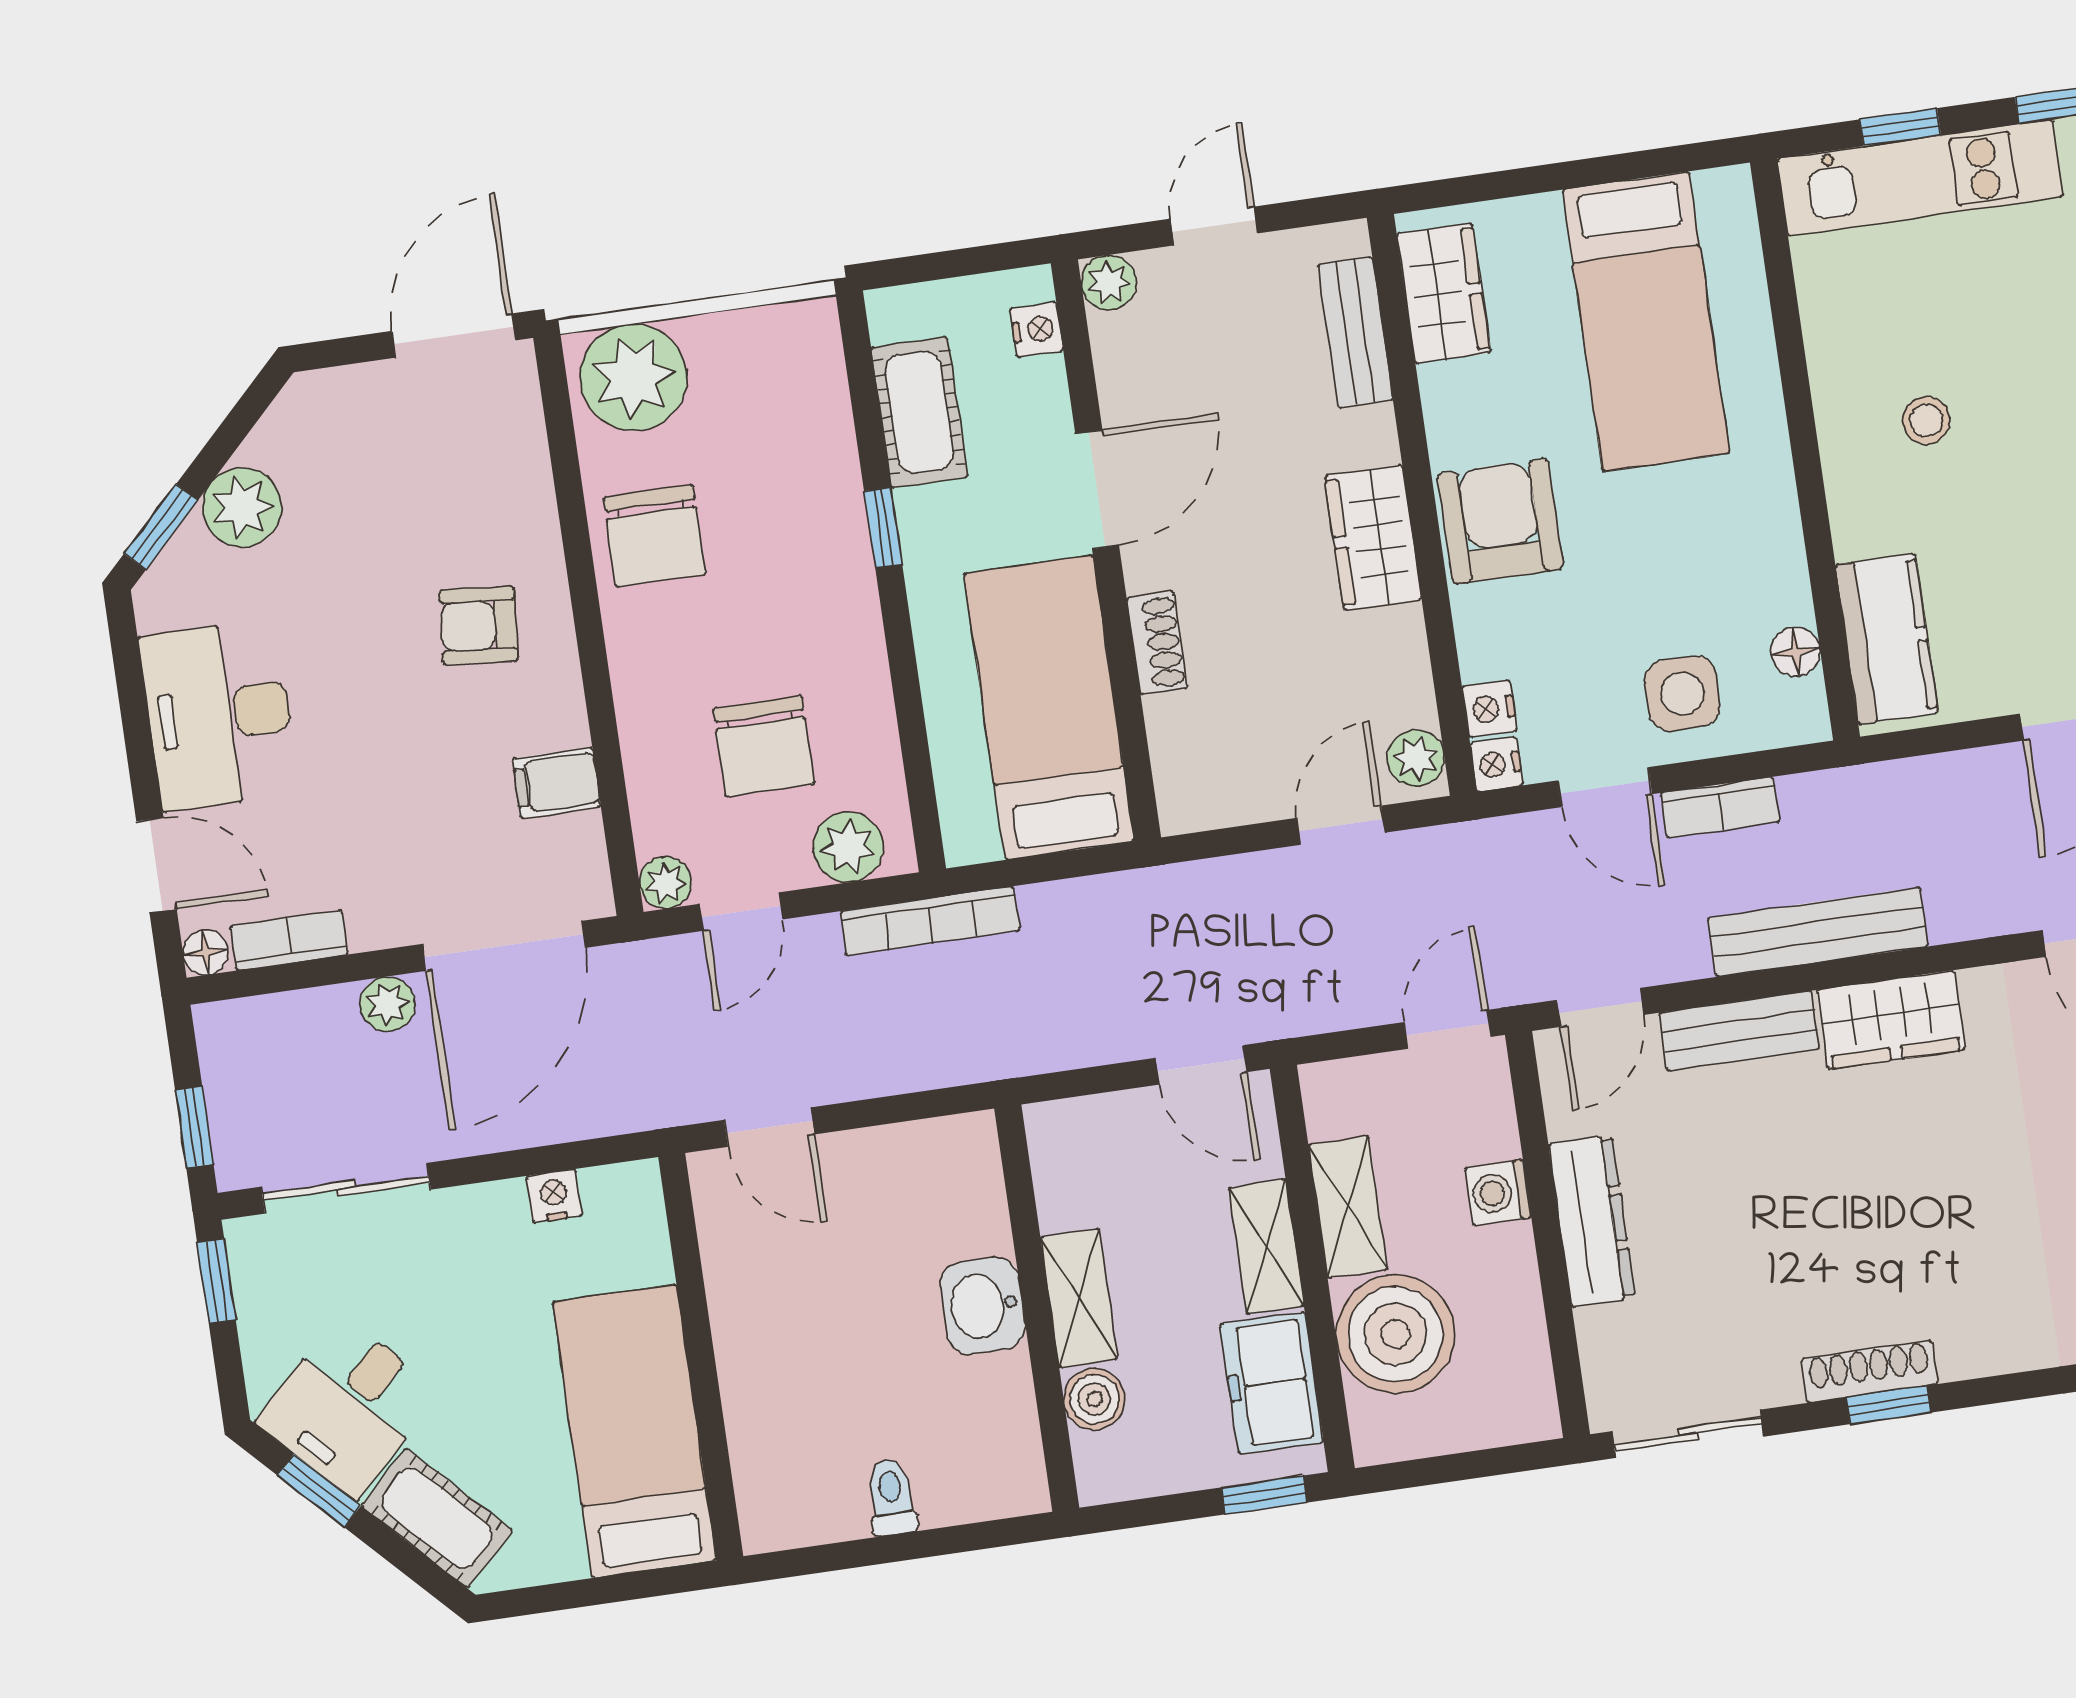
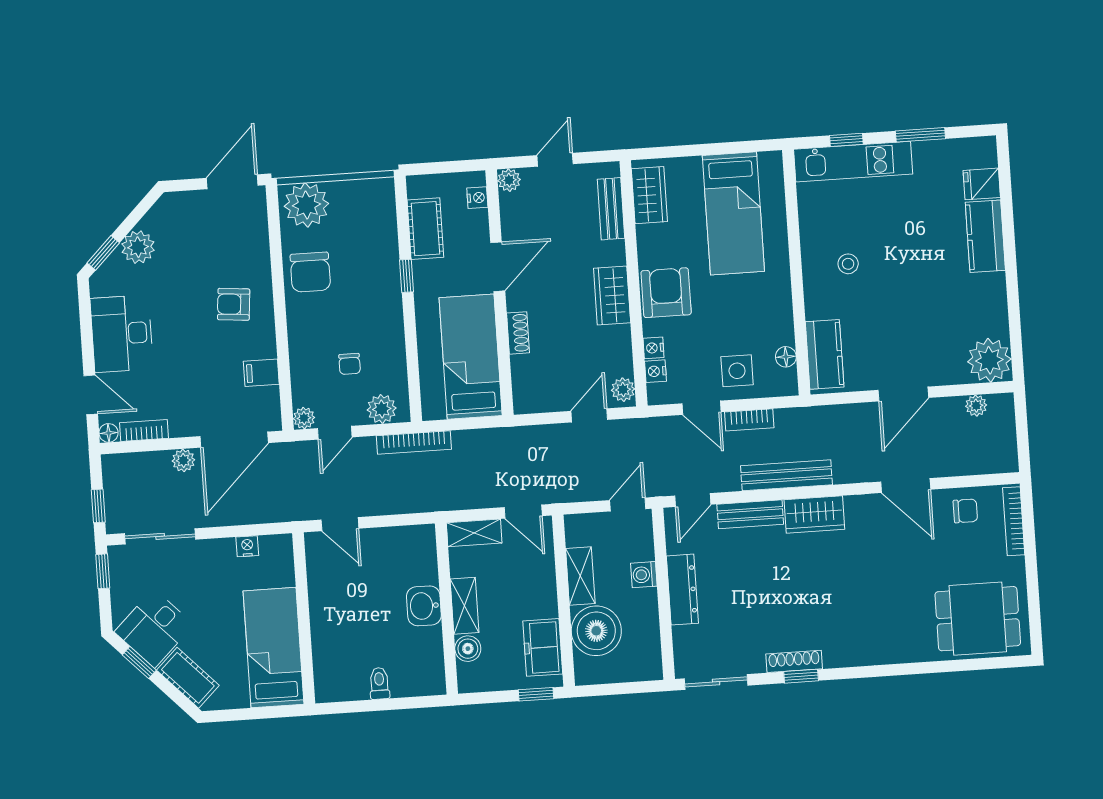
chair: (764, 746) -> (350, 364), width x0.54, depth x0.54
nightstand: (1496, 764) -> (653, 348), moved
shelving: (1266, 1247) -> (474, 533), moved, turned 90

